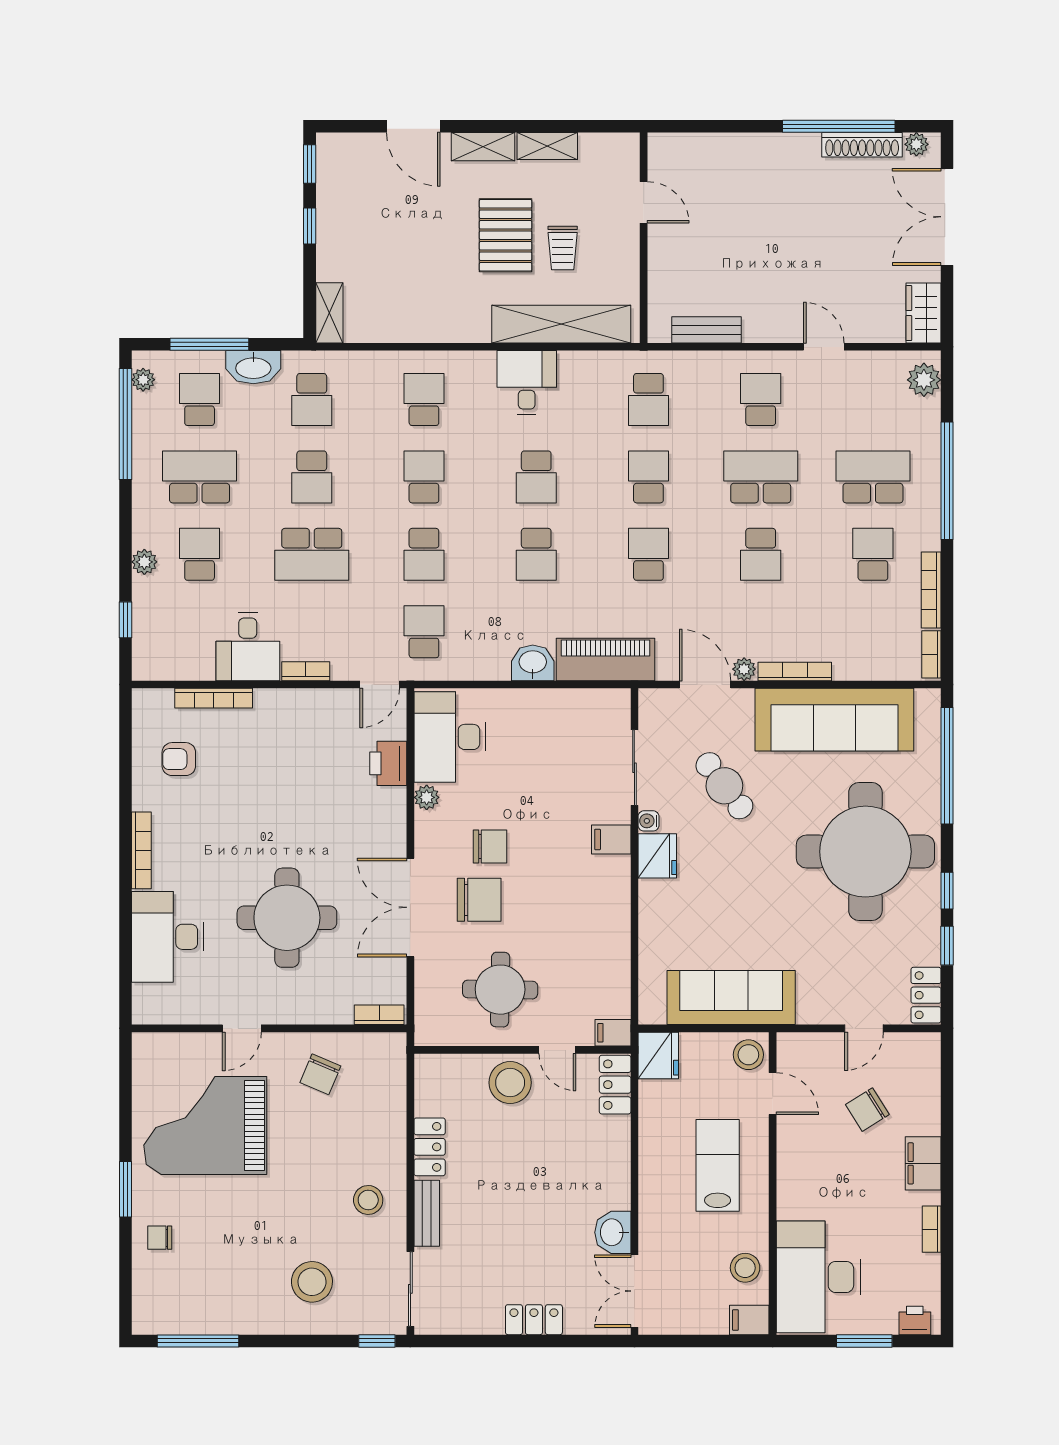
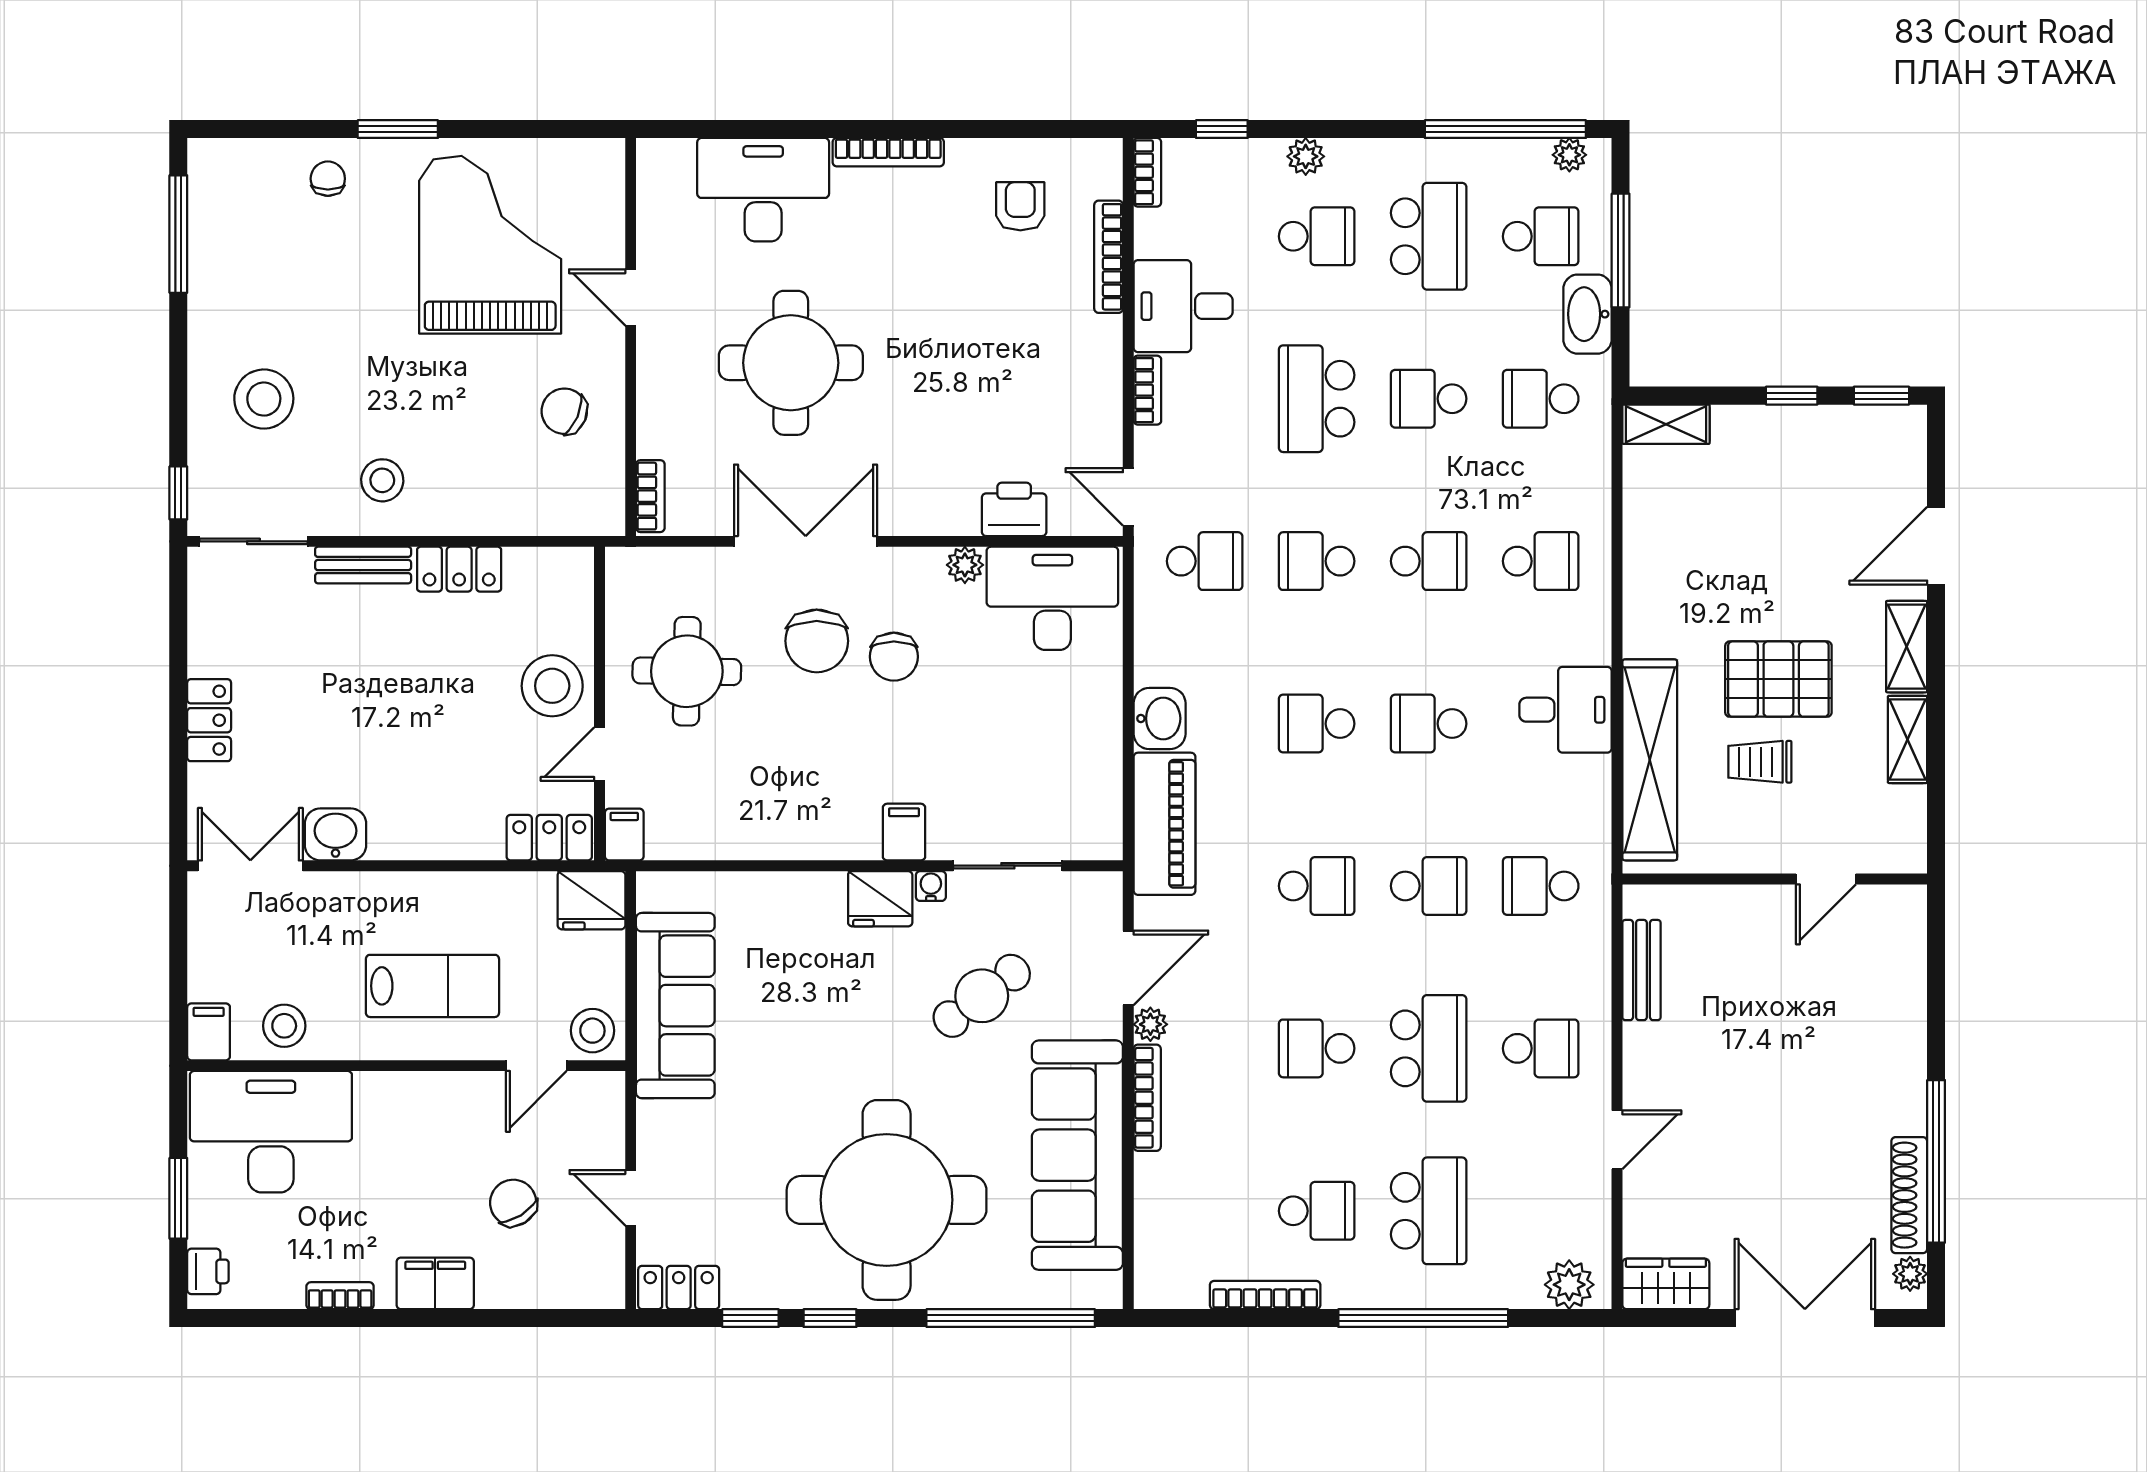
bookcase: (931, 654) -> (1147, 172), moved, turned 90

